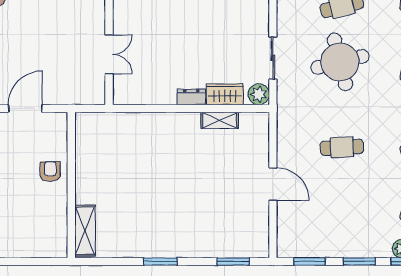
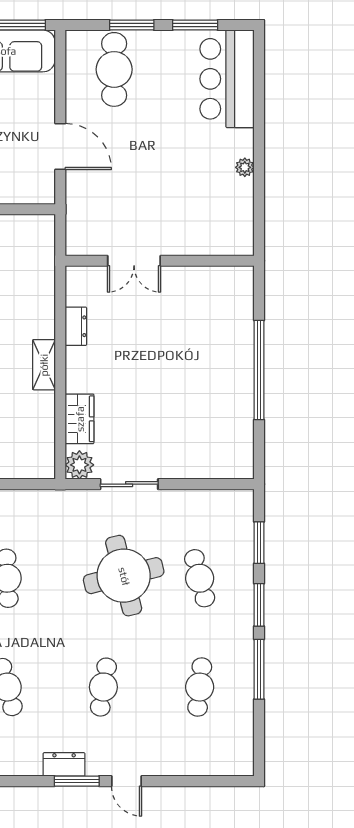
dresser: (191, 97) -> (76, 326), moved
shelving: (220, 120) -> (44, 365), moved

